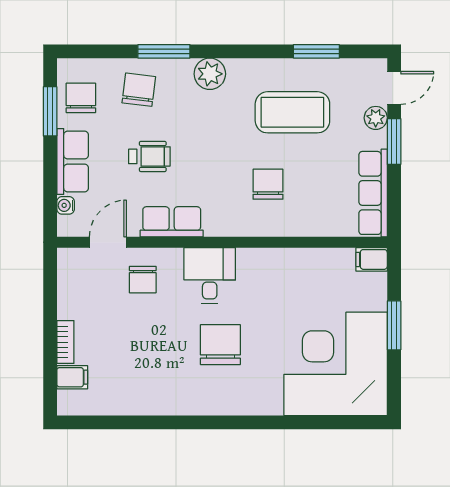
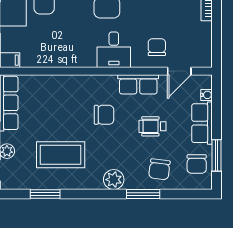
chair: (268, 184) -> (104, 115), moved, turned -90

